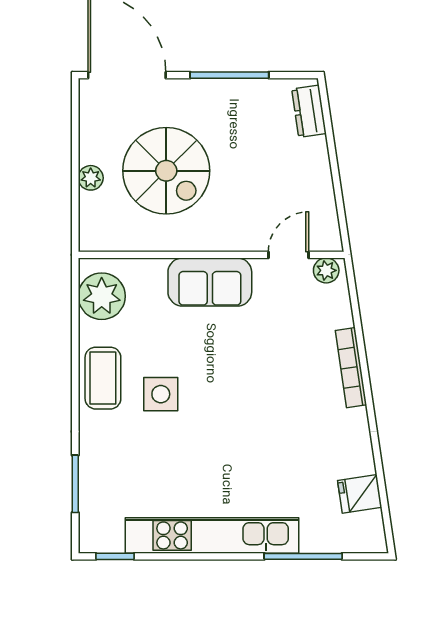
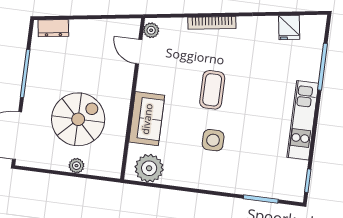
sofa: (210, 282) -> (147, 119), moved
coffee table: (103, 378) -> (212, 90), moved, turned 90
kitchen unit: (212, 535) -> (303, 120), width x0.73

